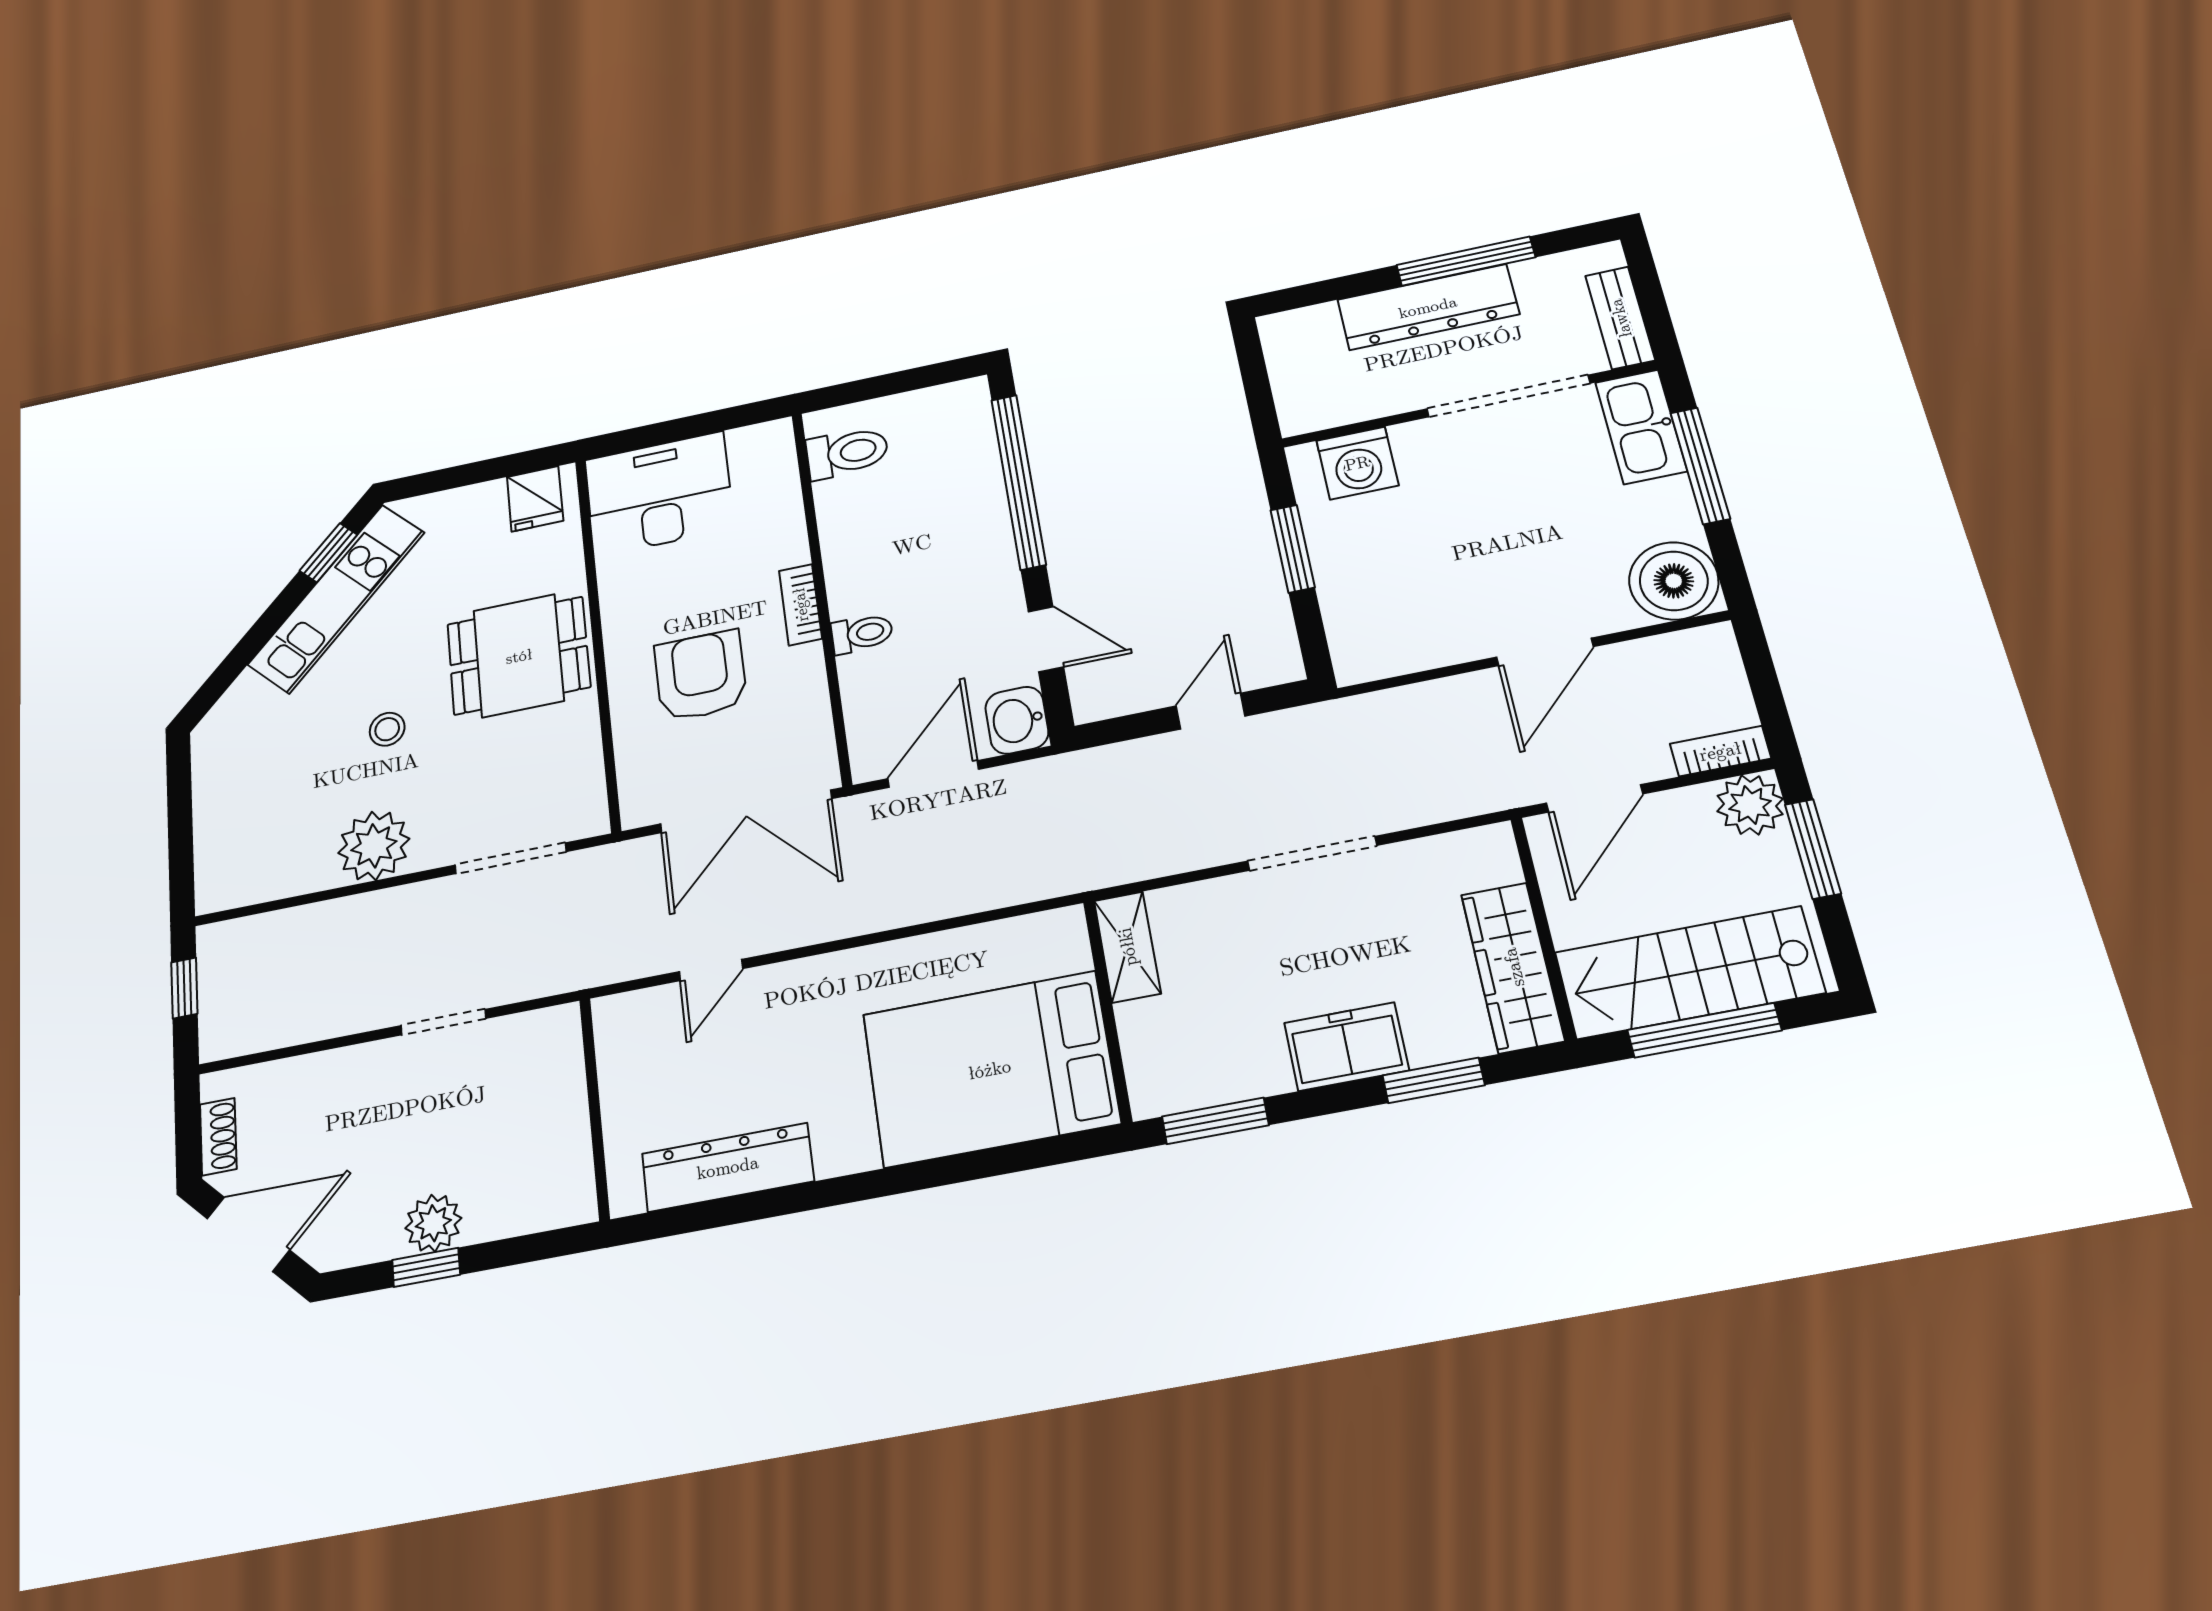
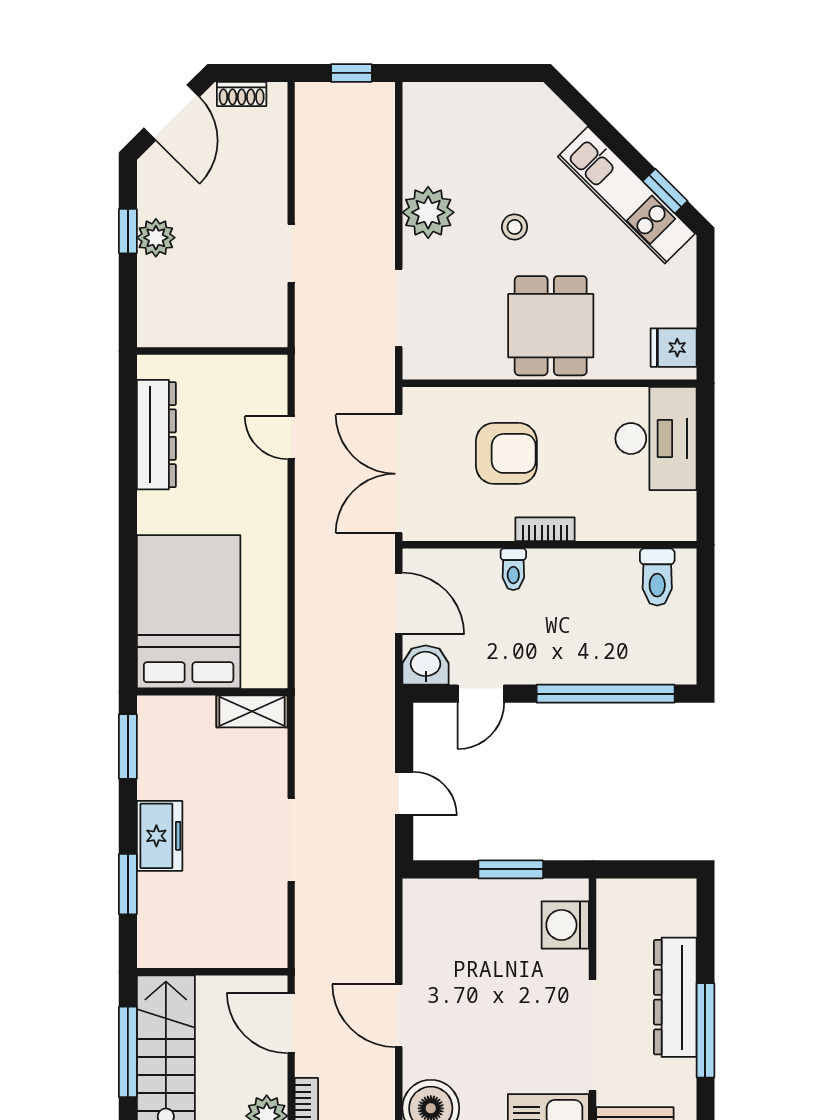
wardrobe: (1513, 967) -> (190, 947), removed

